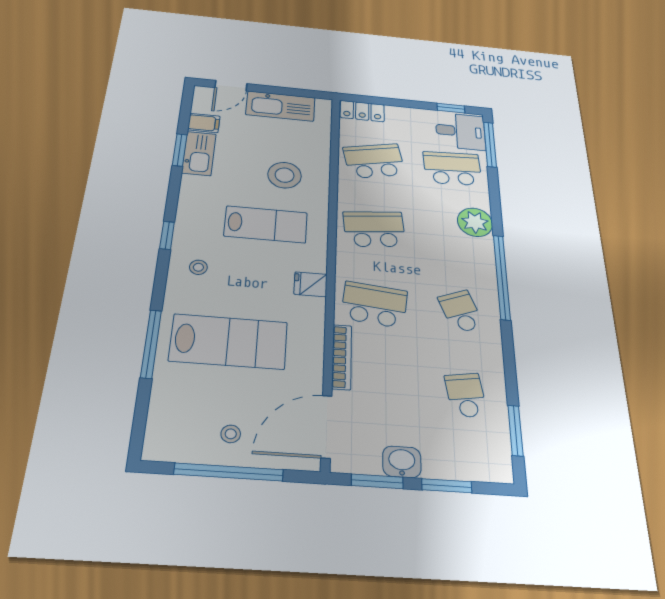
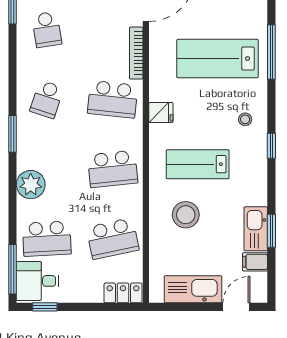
window: (502, 277) -> (13, 134), width x0.47
school desk: (461, 312) -> (47, 99), turned 39

